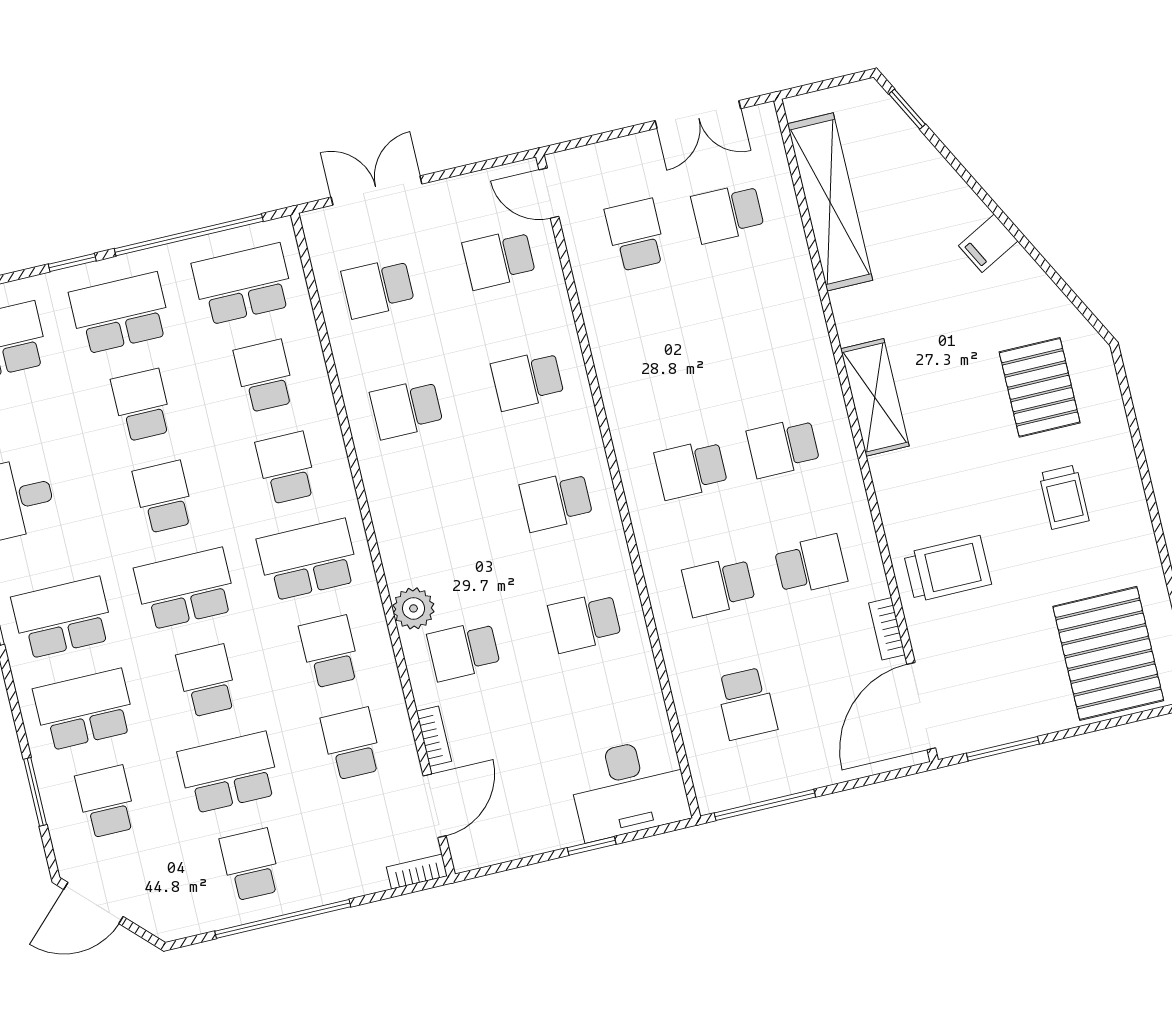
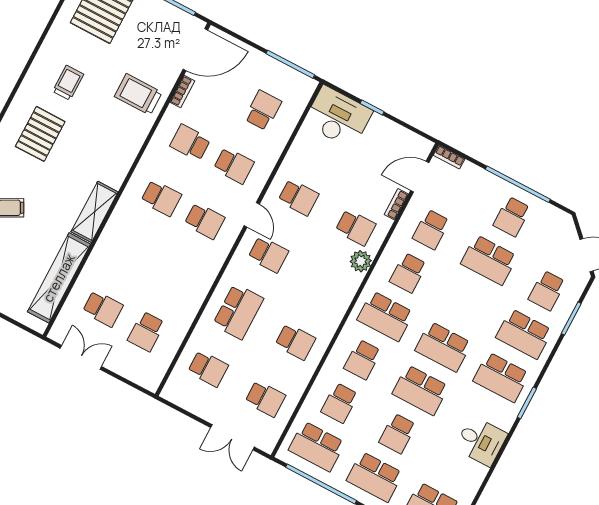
door: (549, 193) -> (252, 215), moved
school desk: (527, 380) -> (238, 312), width x1.85
shelving: (875, 397) -> (95, 212), moved
school desk: (164, 497) -> (420, 390), width x1.85
school desk: (207, 681) -> (466, 303), removed

